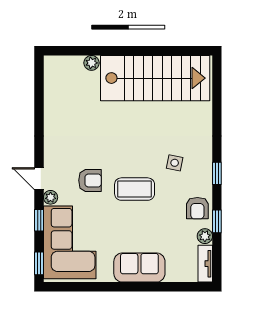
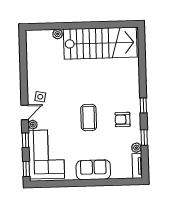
side table: (175, 163) -> (40, 97), moved
door: (39, 179) -> (25, 112), swing flipped
armchair: (90, 180) -> (59, 113), removed
coffee table: (135, 189) -> (89, 118), turned 90
armchair: (197, 208) -> (123, 120), moved, turned 90

